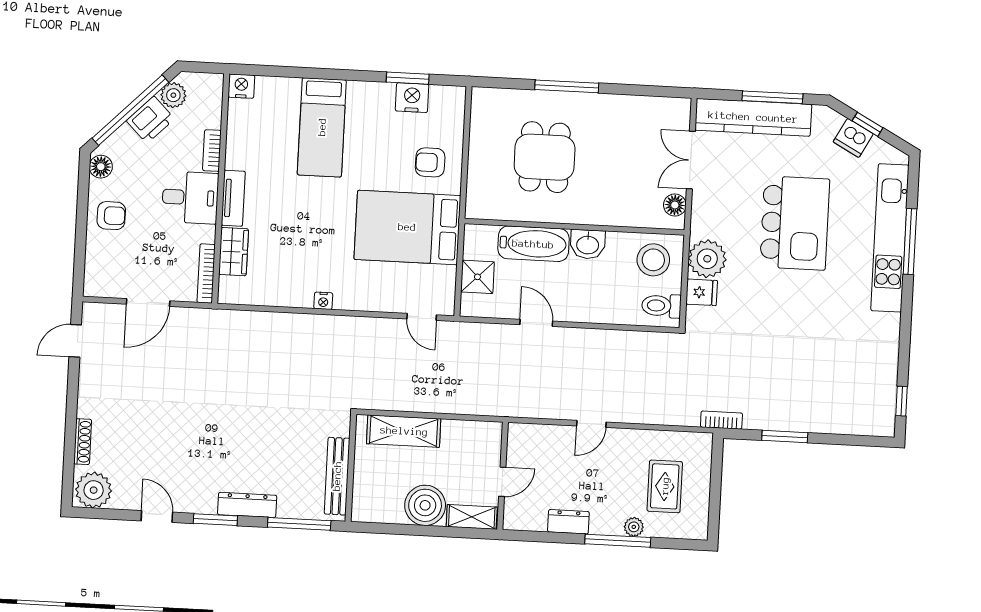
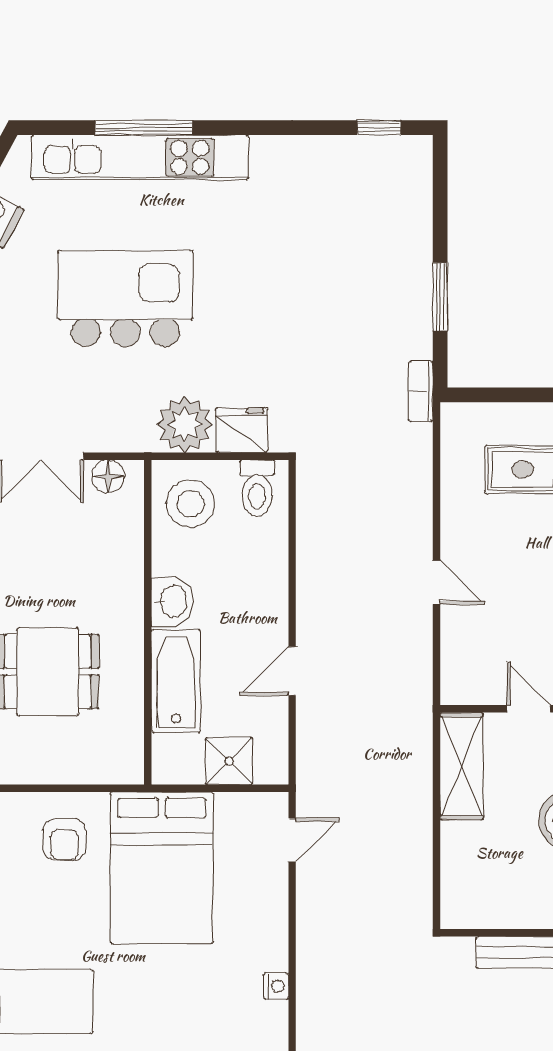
fridge: (702, 292) -> (242, 430), width x1.38
shelving: (404, 431) -> (462, 766), moved

